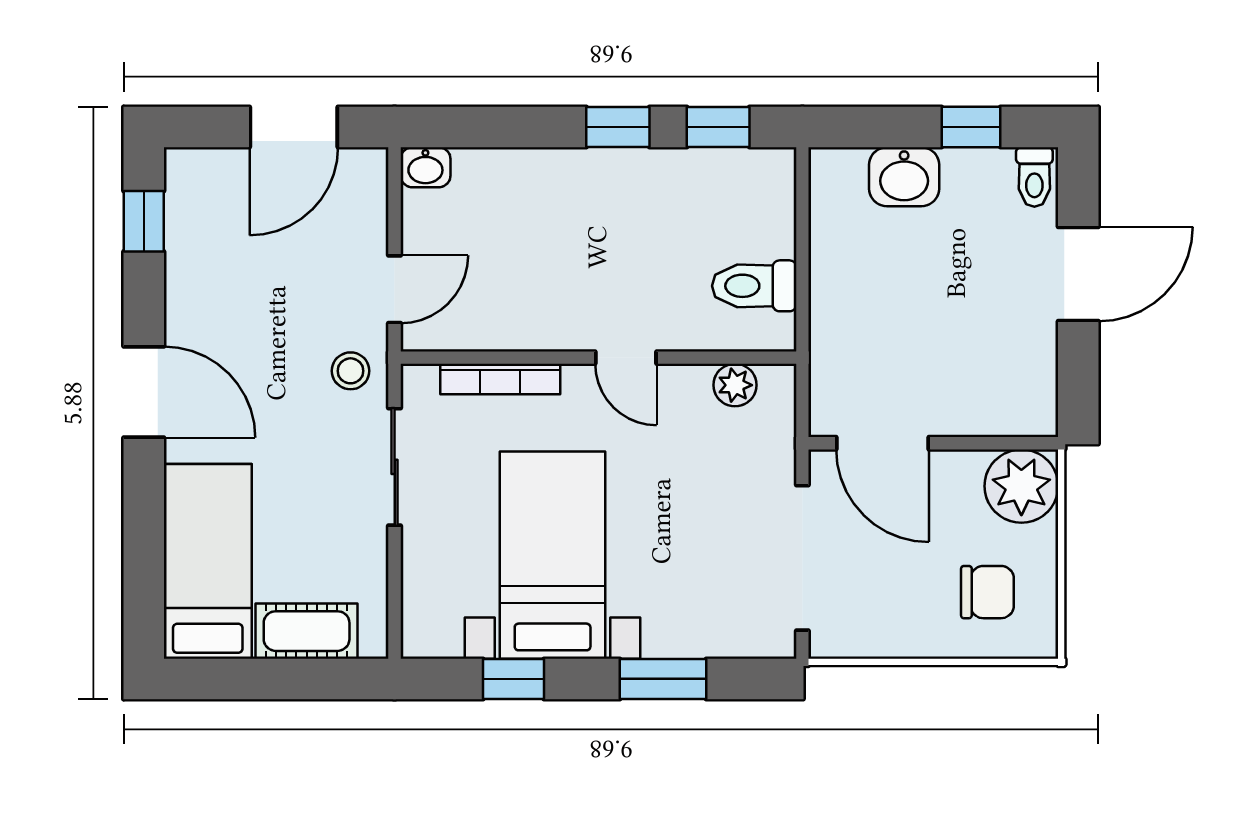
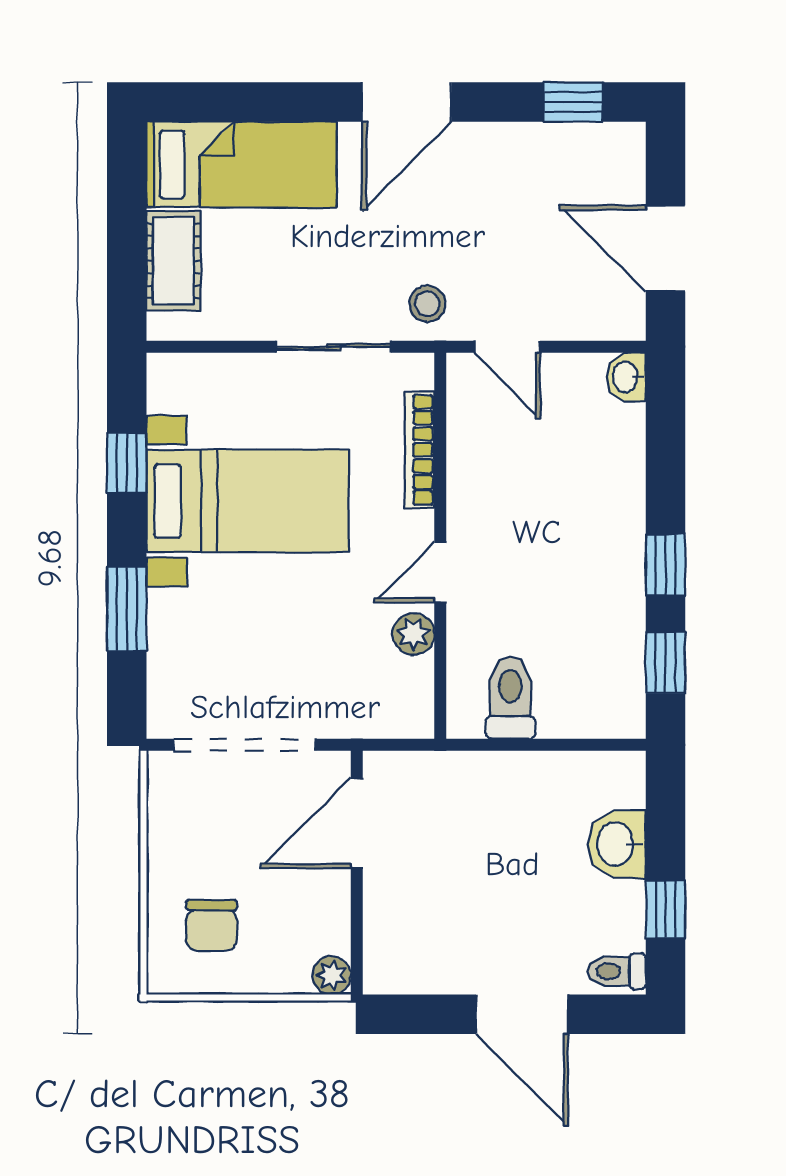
plant: (735, 385) -> (414, 634), moved
plant: (1021, 486) -> (332, 975), width x0.53, depth x0.53

